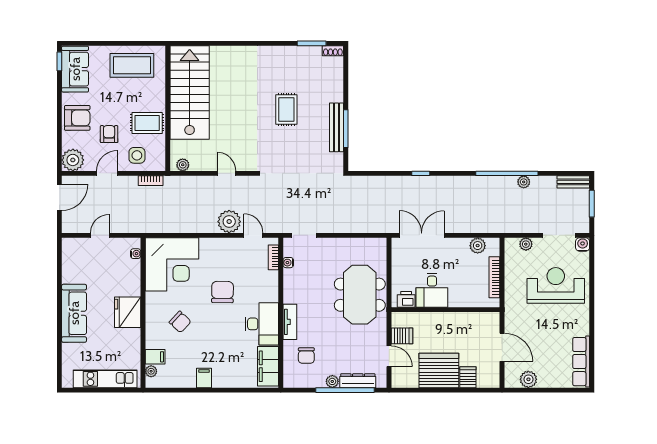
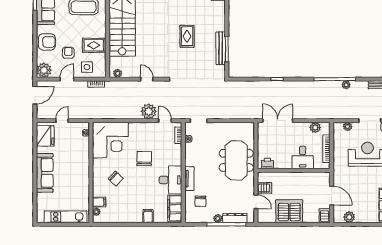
desk: (432, 290) -> (303, 157), moved
fridge: (128, 312) -> (45, 136), moved, turned 180
server rack: (468, 377) -> (325, 216), moved
filing cabinet: (204, 378) -> (148, 216), moved

